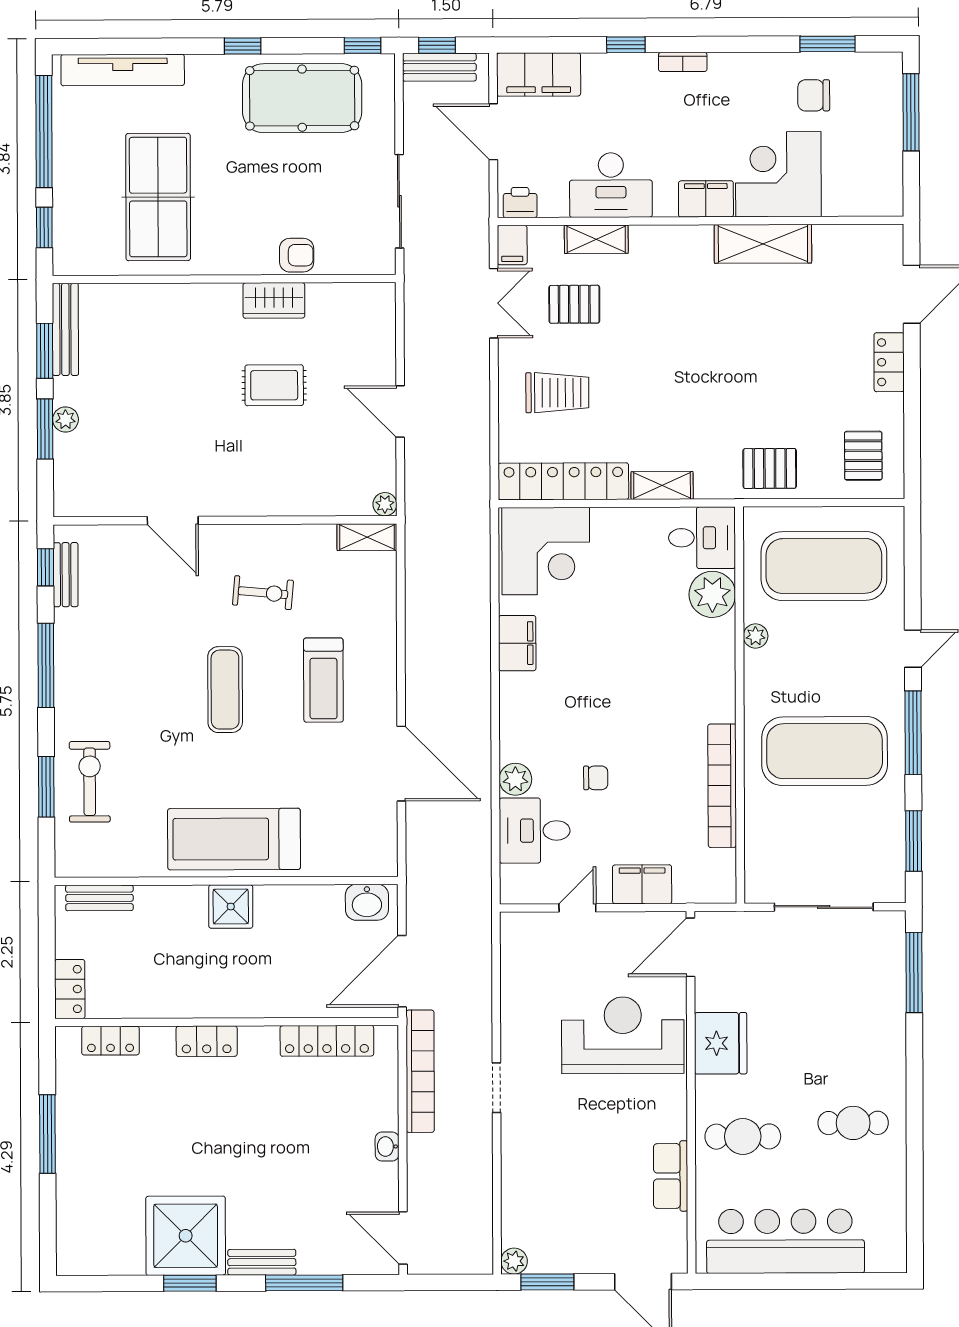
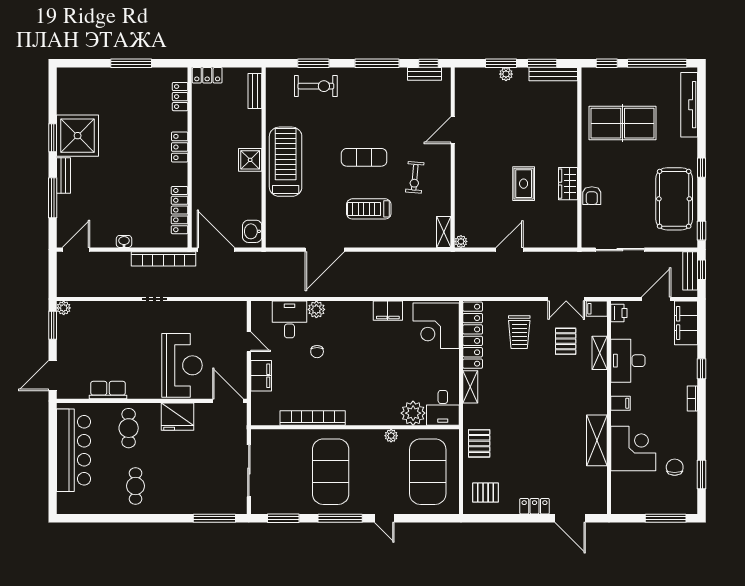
filing cabinet: (706, 199) -> (621, 403), width x0.50

